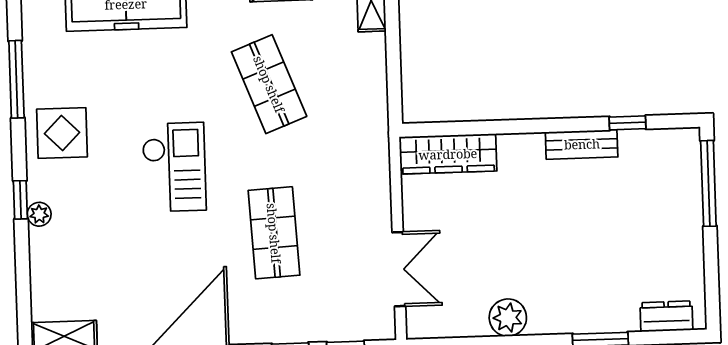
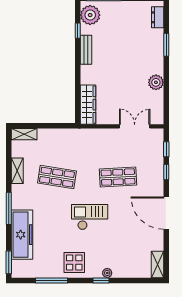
shop shelf: (269, 84) -> (57, 177), turned 30
plant: (667, 152) -> (90, 15), added

